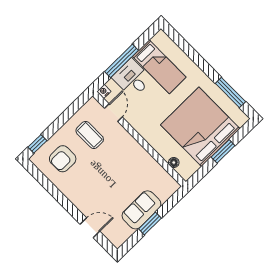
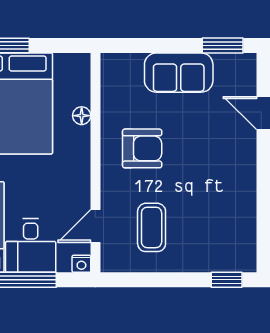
armchair: (63, 159) -> (142, 148), moved
floor lamp: (174, 163) -> (82, 116), moved
window: (150, 224) -> (223, 46), moved

